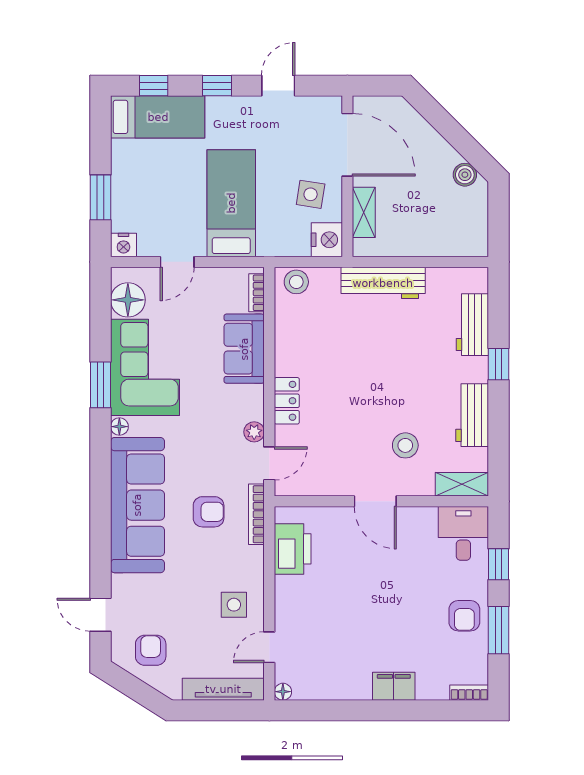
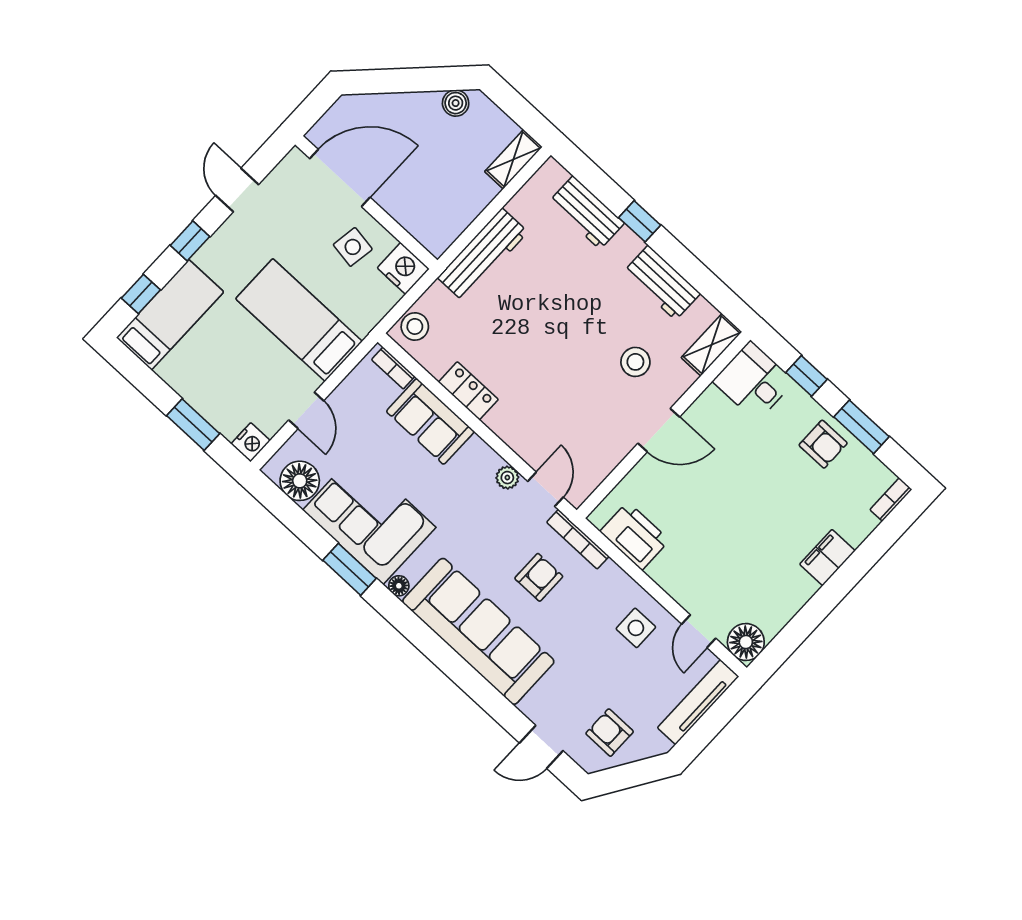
shelving: (364, 212) -> (513, 159), moved, turned 90
locker: (287, 401) -> (468, 391), moved
floor lamp: (283, 692) -> (746, 642), width x1.89, depth x1.89

